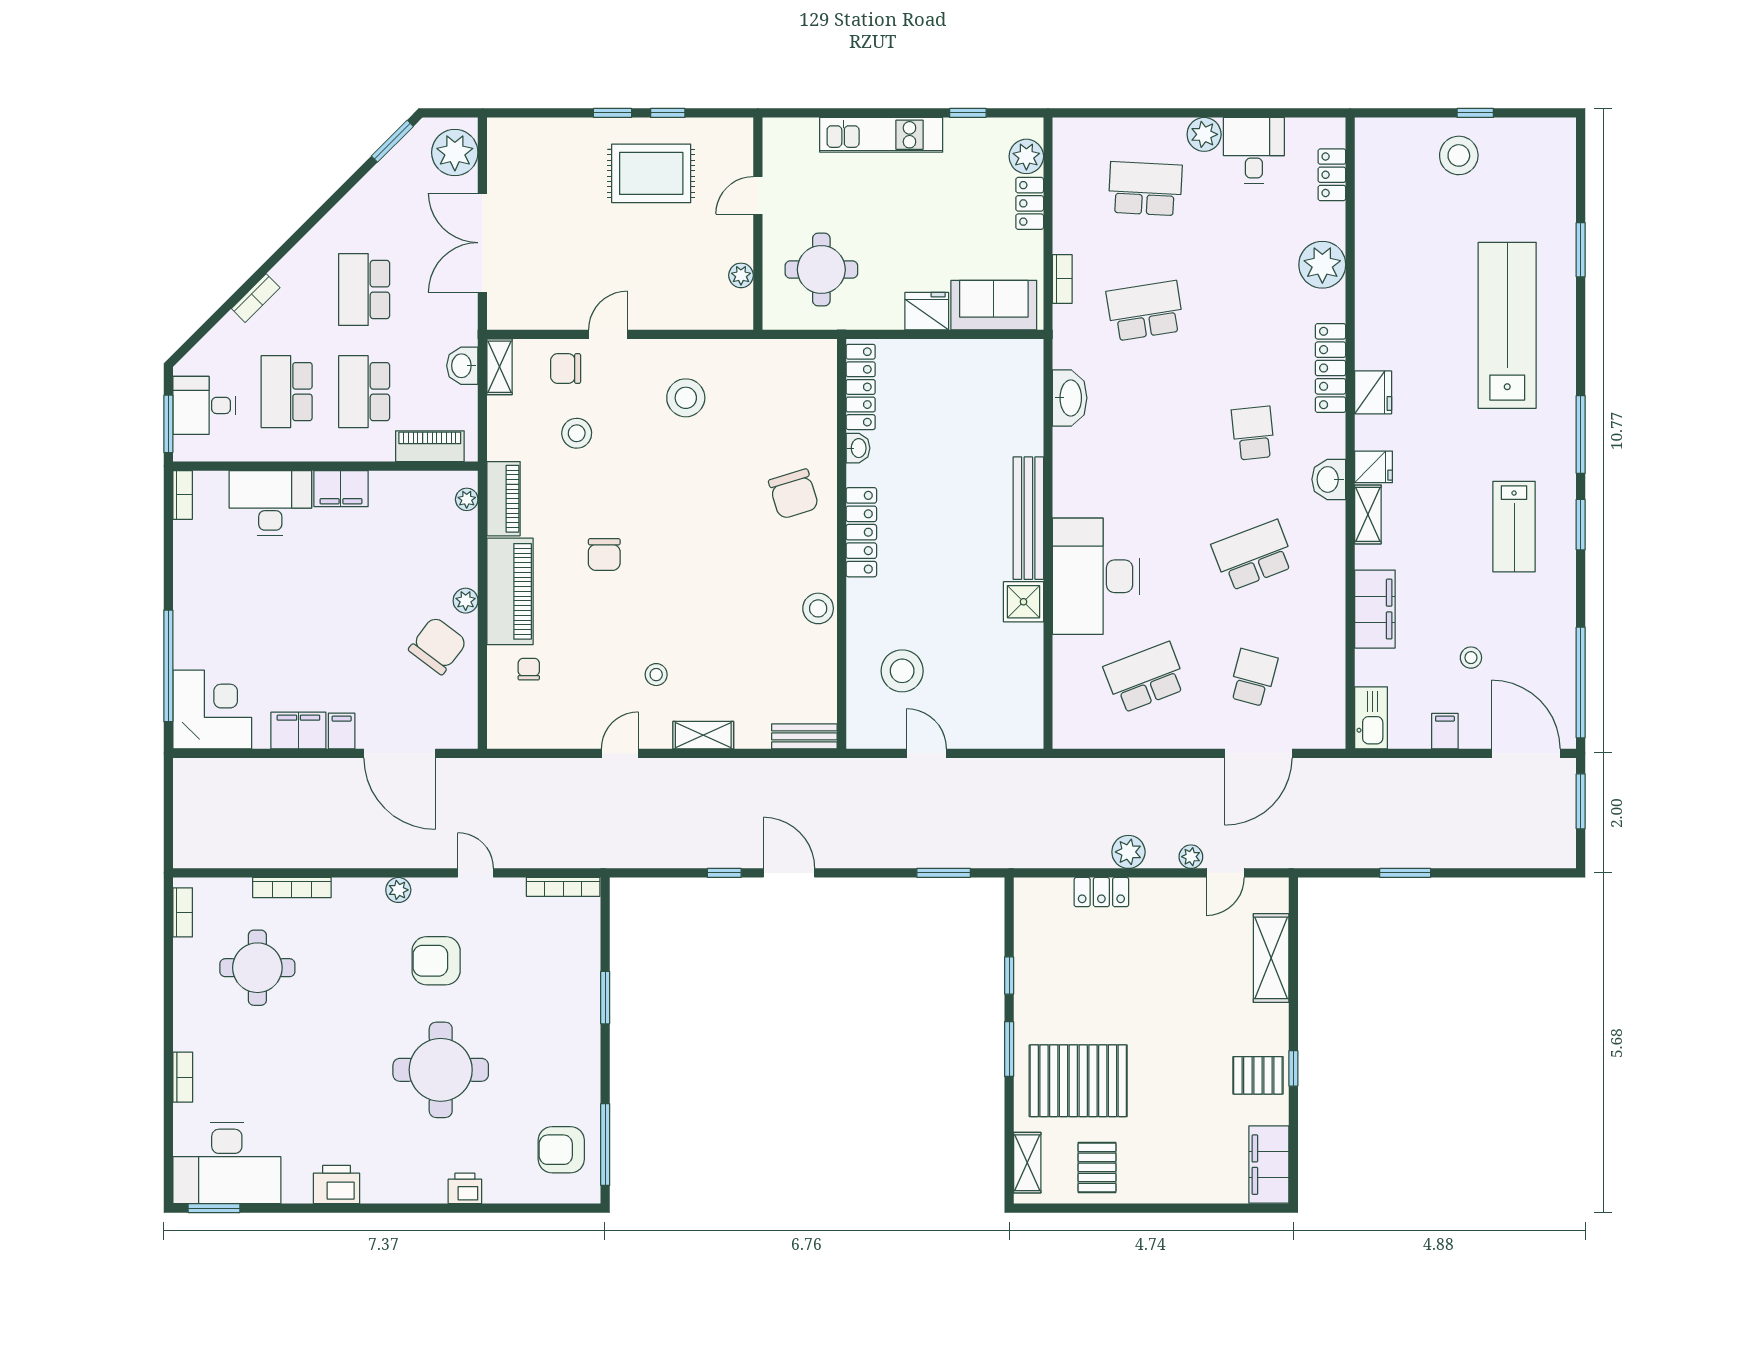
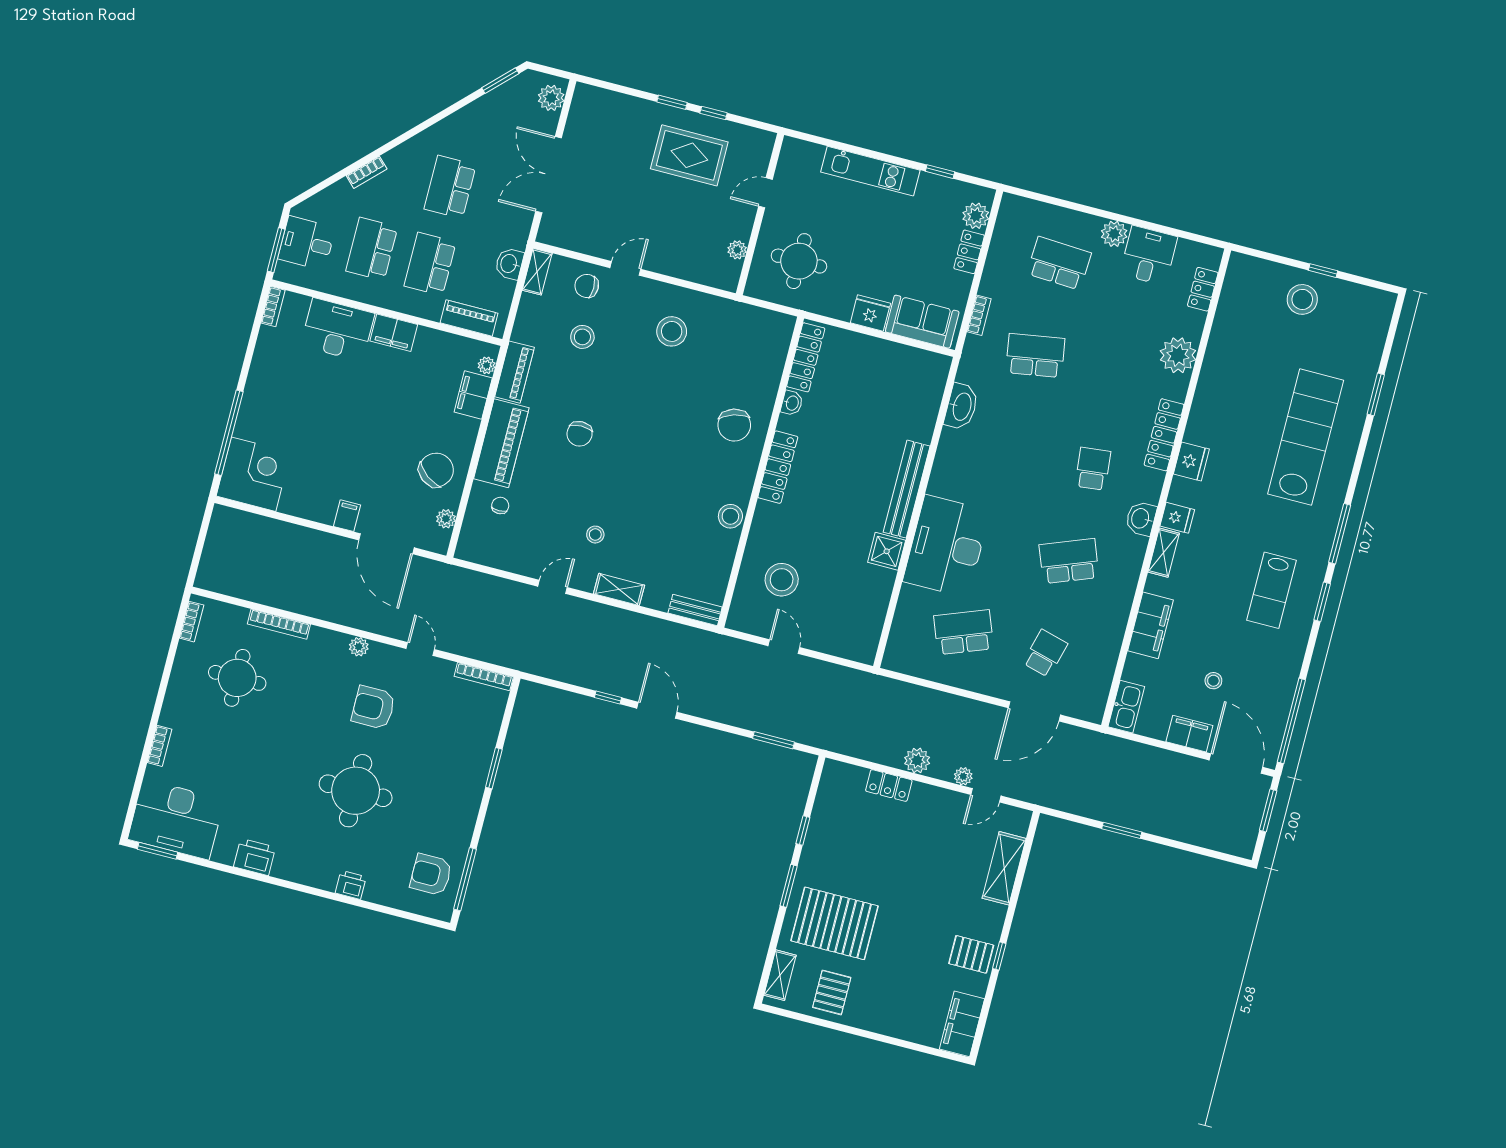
plant: (455, 153) -> (551, 98), width x0.73, depth x0.73
plant: (466, 601) -> (446, 519), moved
filing cabinet: (298, 730) -> (473, 395), moved, turned -90
filing cabinet: (1445, 731) -> (1189, 734), width x2.00

